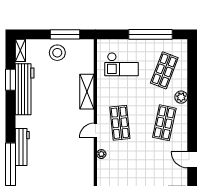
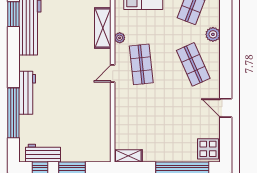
shop shelf: (164, 123) -> (193, 64), turned -36
plant: (101, 154) -> (120, 38), moved

